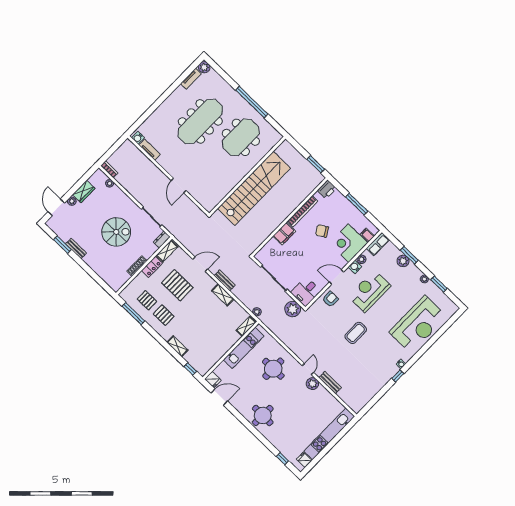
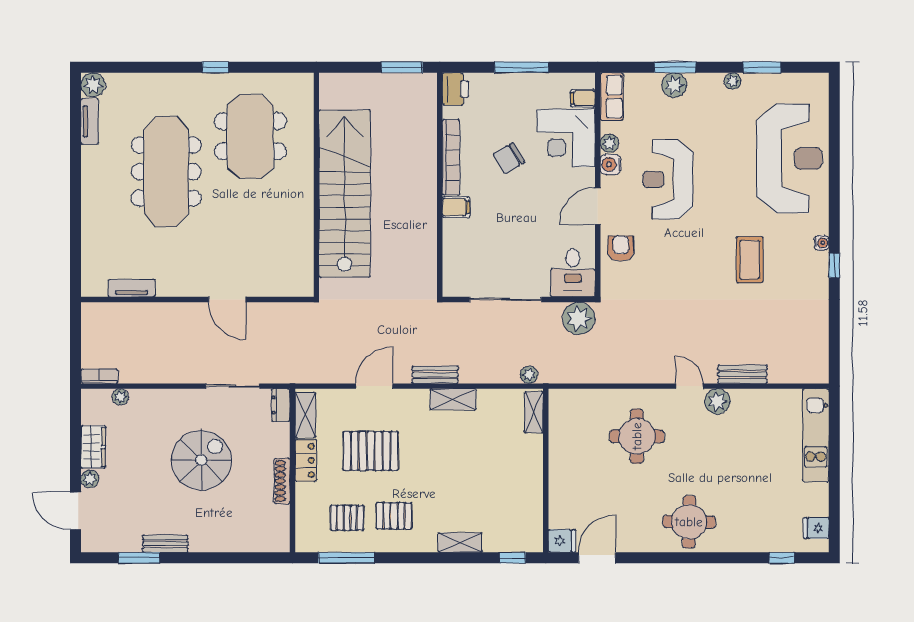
window: (252, 102) -> (215, 67), width x0.32
water cooler: (138, 138) -> (96, 287), removed
filing cabinet: (284, 234) -> (456, 207), width x0.50
coffee table: (356, 333) -> (750, 260), moved
kitchen unit: (244, 348) -> (562, 448), removed
kitchen unit: (329, 434) -> (816, 435), width x0.73

